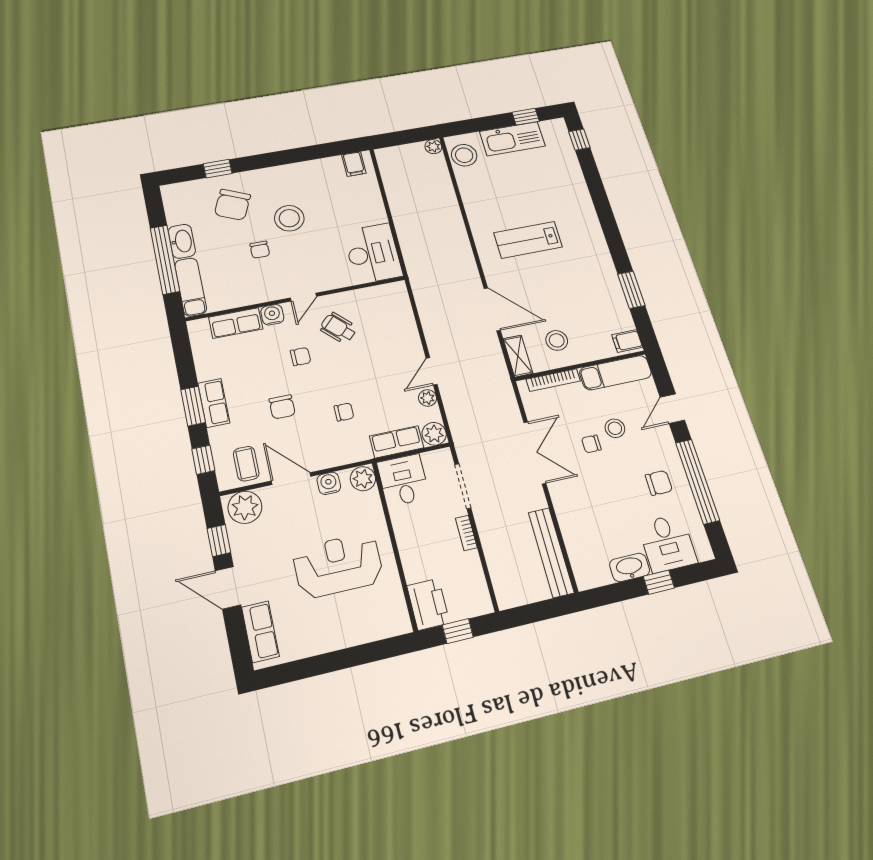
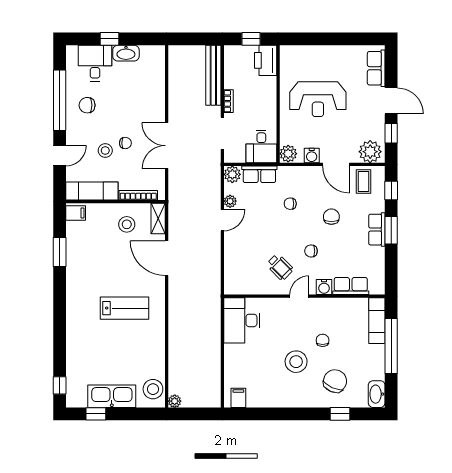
washbasin: (182, 241) -> (377, 394), moved
bench: (551, 552) -> (213, 75), moved

